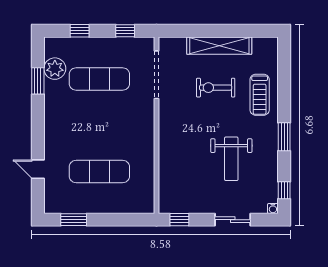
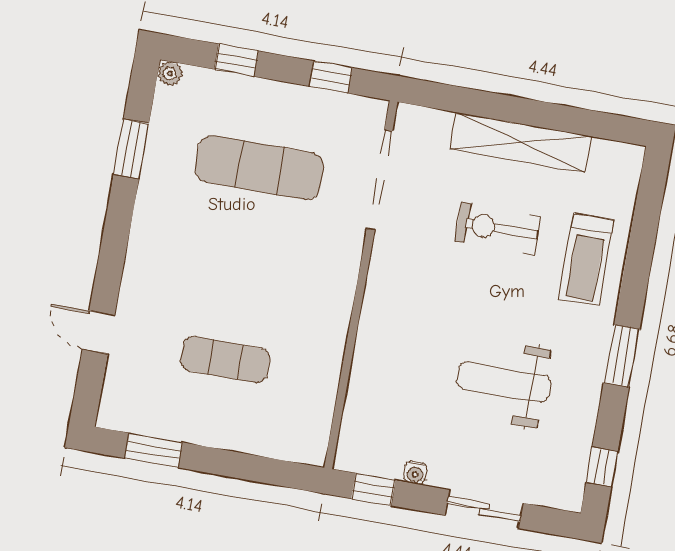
plant: (55, 69) -> (170, 74), moved, width x0.53, depth x0.53
weight bench: (231, 159) -> (504, 382), turned 90
exercise mat: (99, 171) -> (225, 360), width x0.73, depth x0.69
water cooler: (273, 208) -> (415, 473), moved

